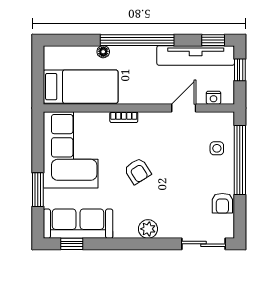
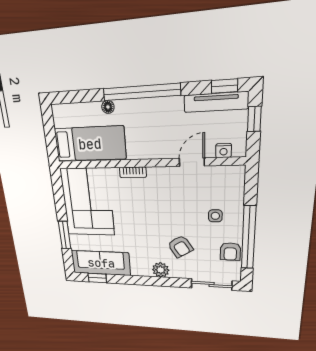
tv unit: (196, 55) -> (216, 102), width x0.73, depth x0.78
side table: (217, 148) -> (215, 216), moved
window: (240, 160) -> (249, 238), moved
armchair: (138, 171) -> (180, 247), moved

